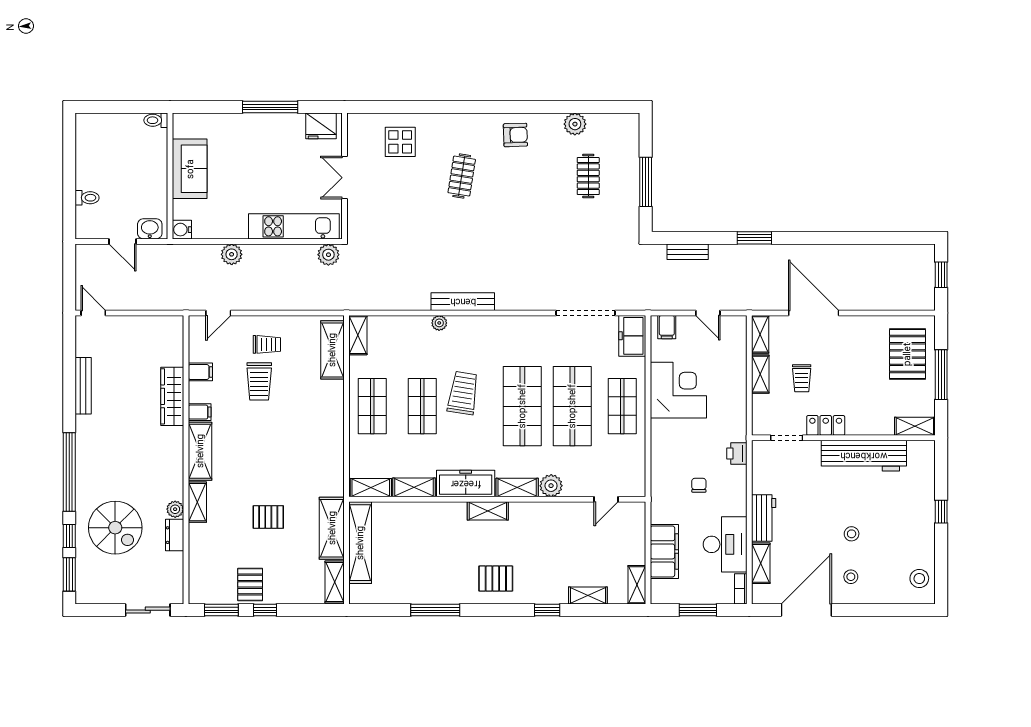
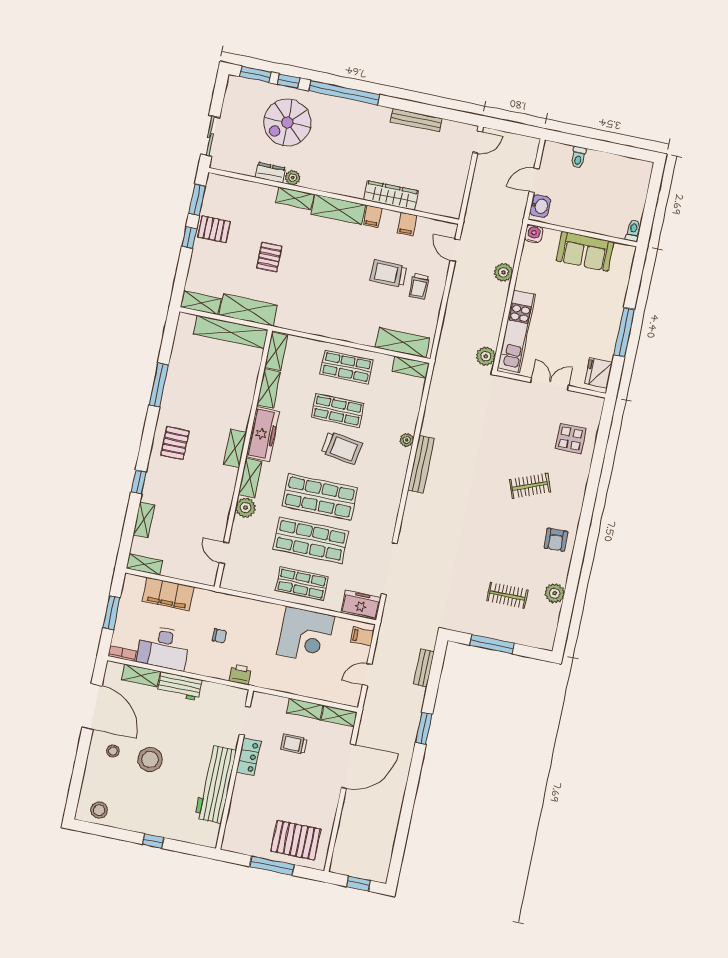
clothes rail: (462, 176) -> (530, 486), turned -30
shelving: (915, 426) -> (232, 834), removed
stool: (852, 534) -> (150, 759), width x1.89, depth x1.89

